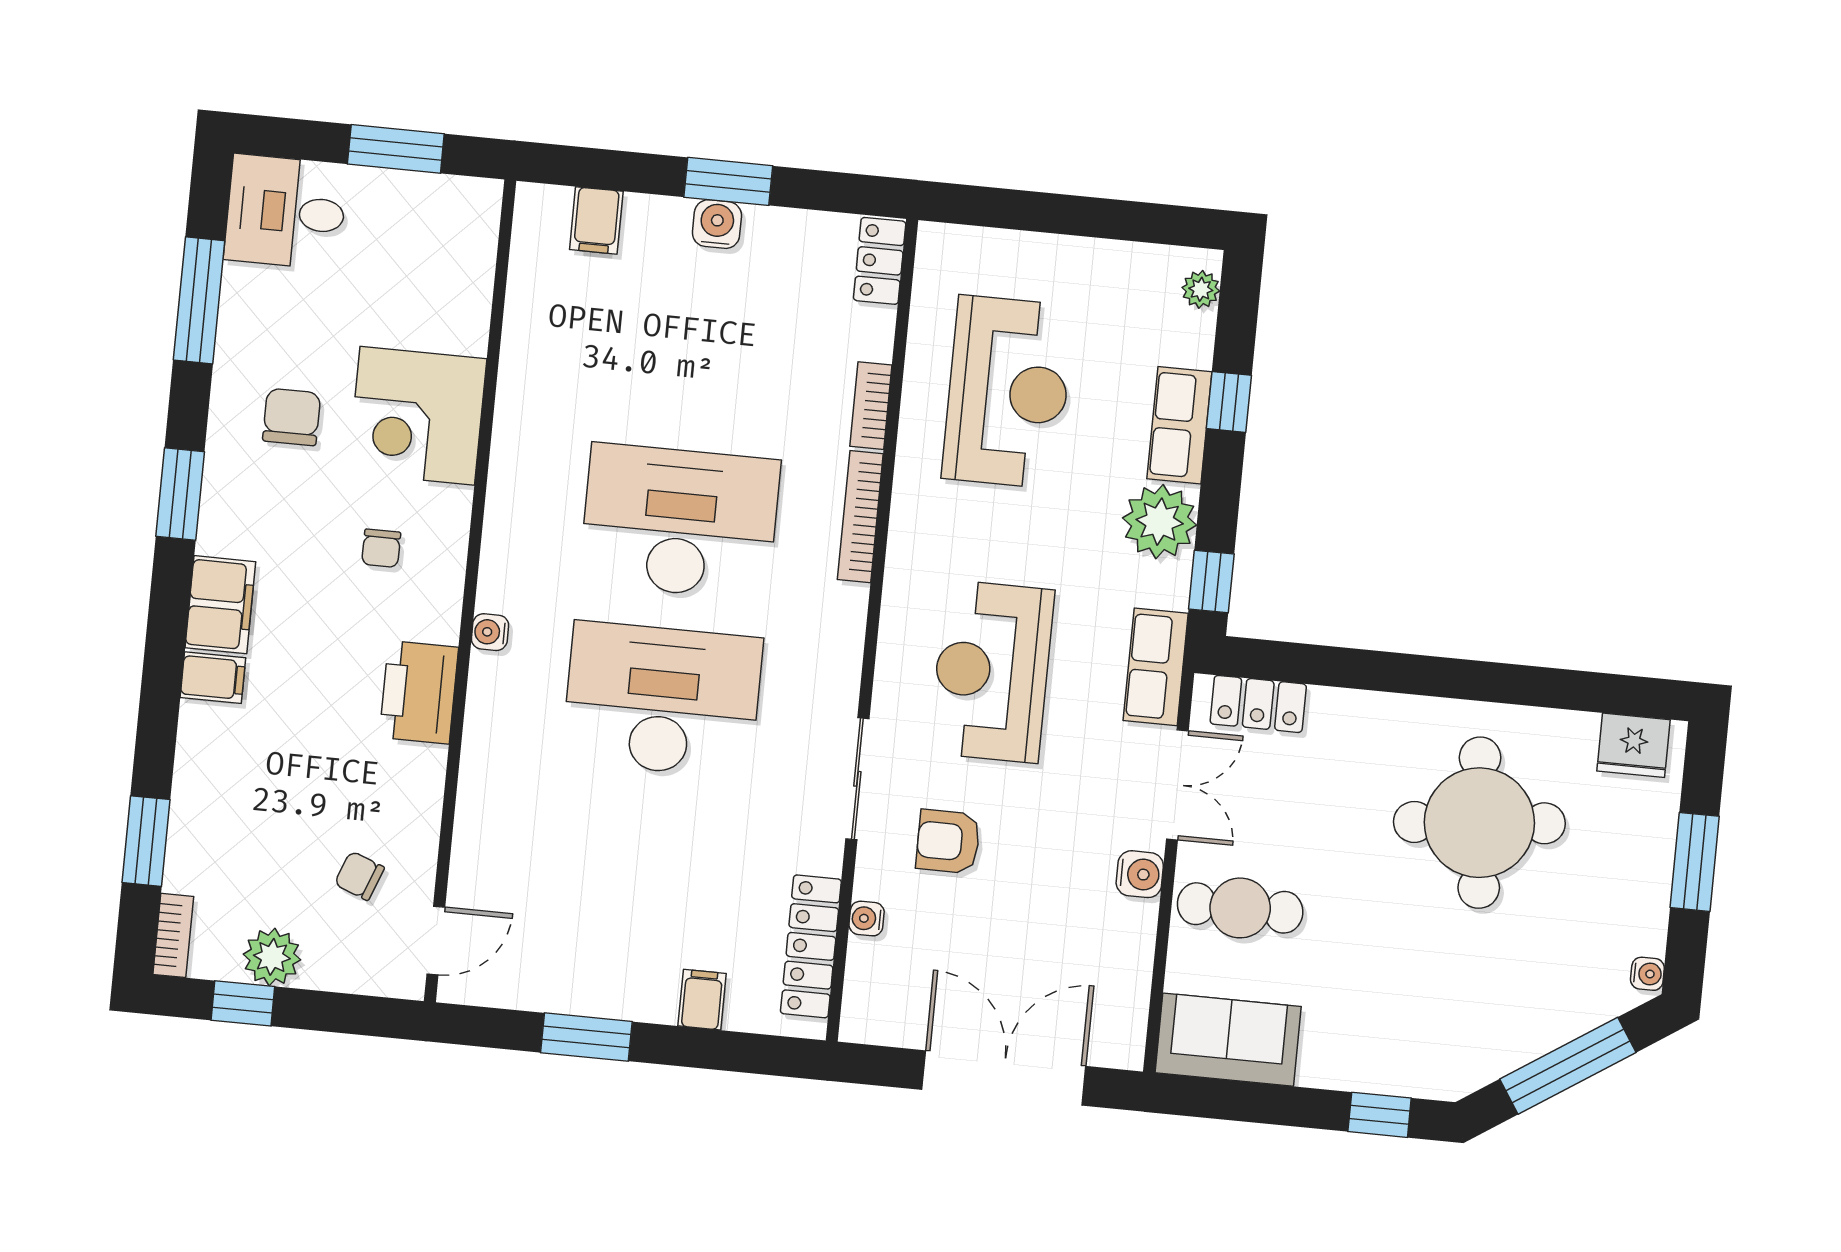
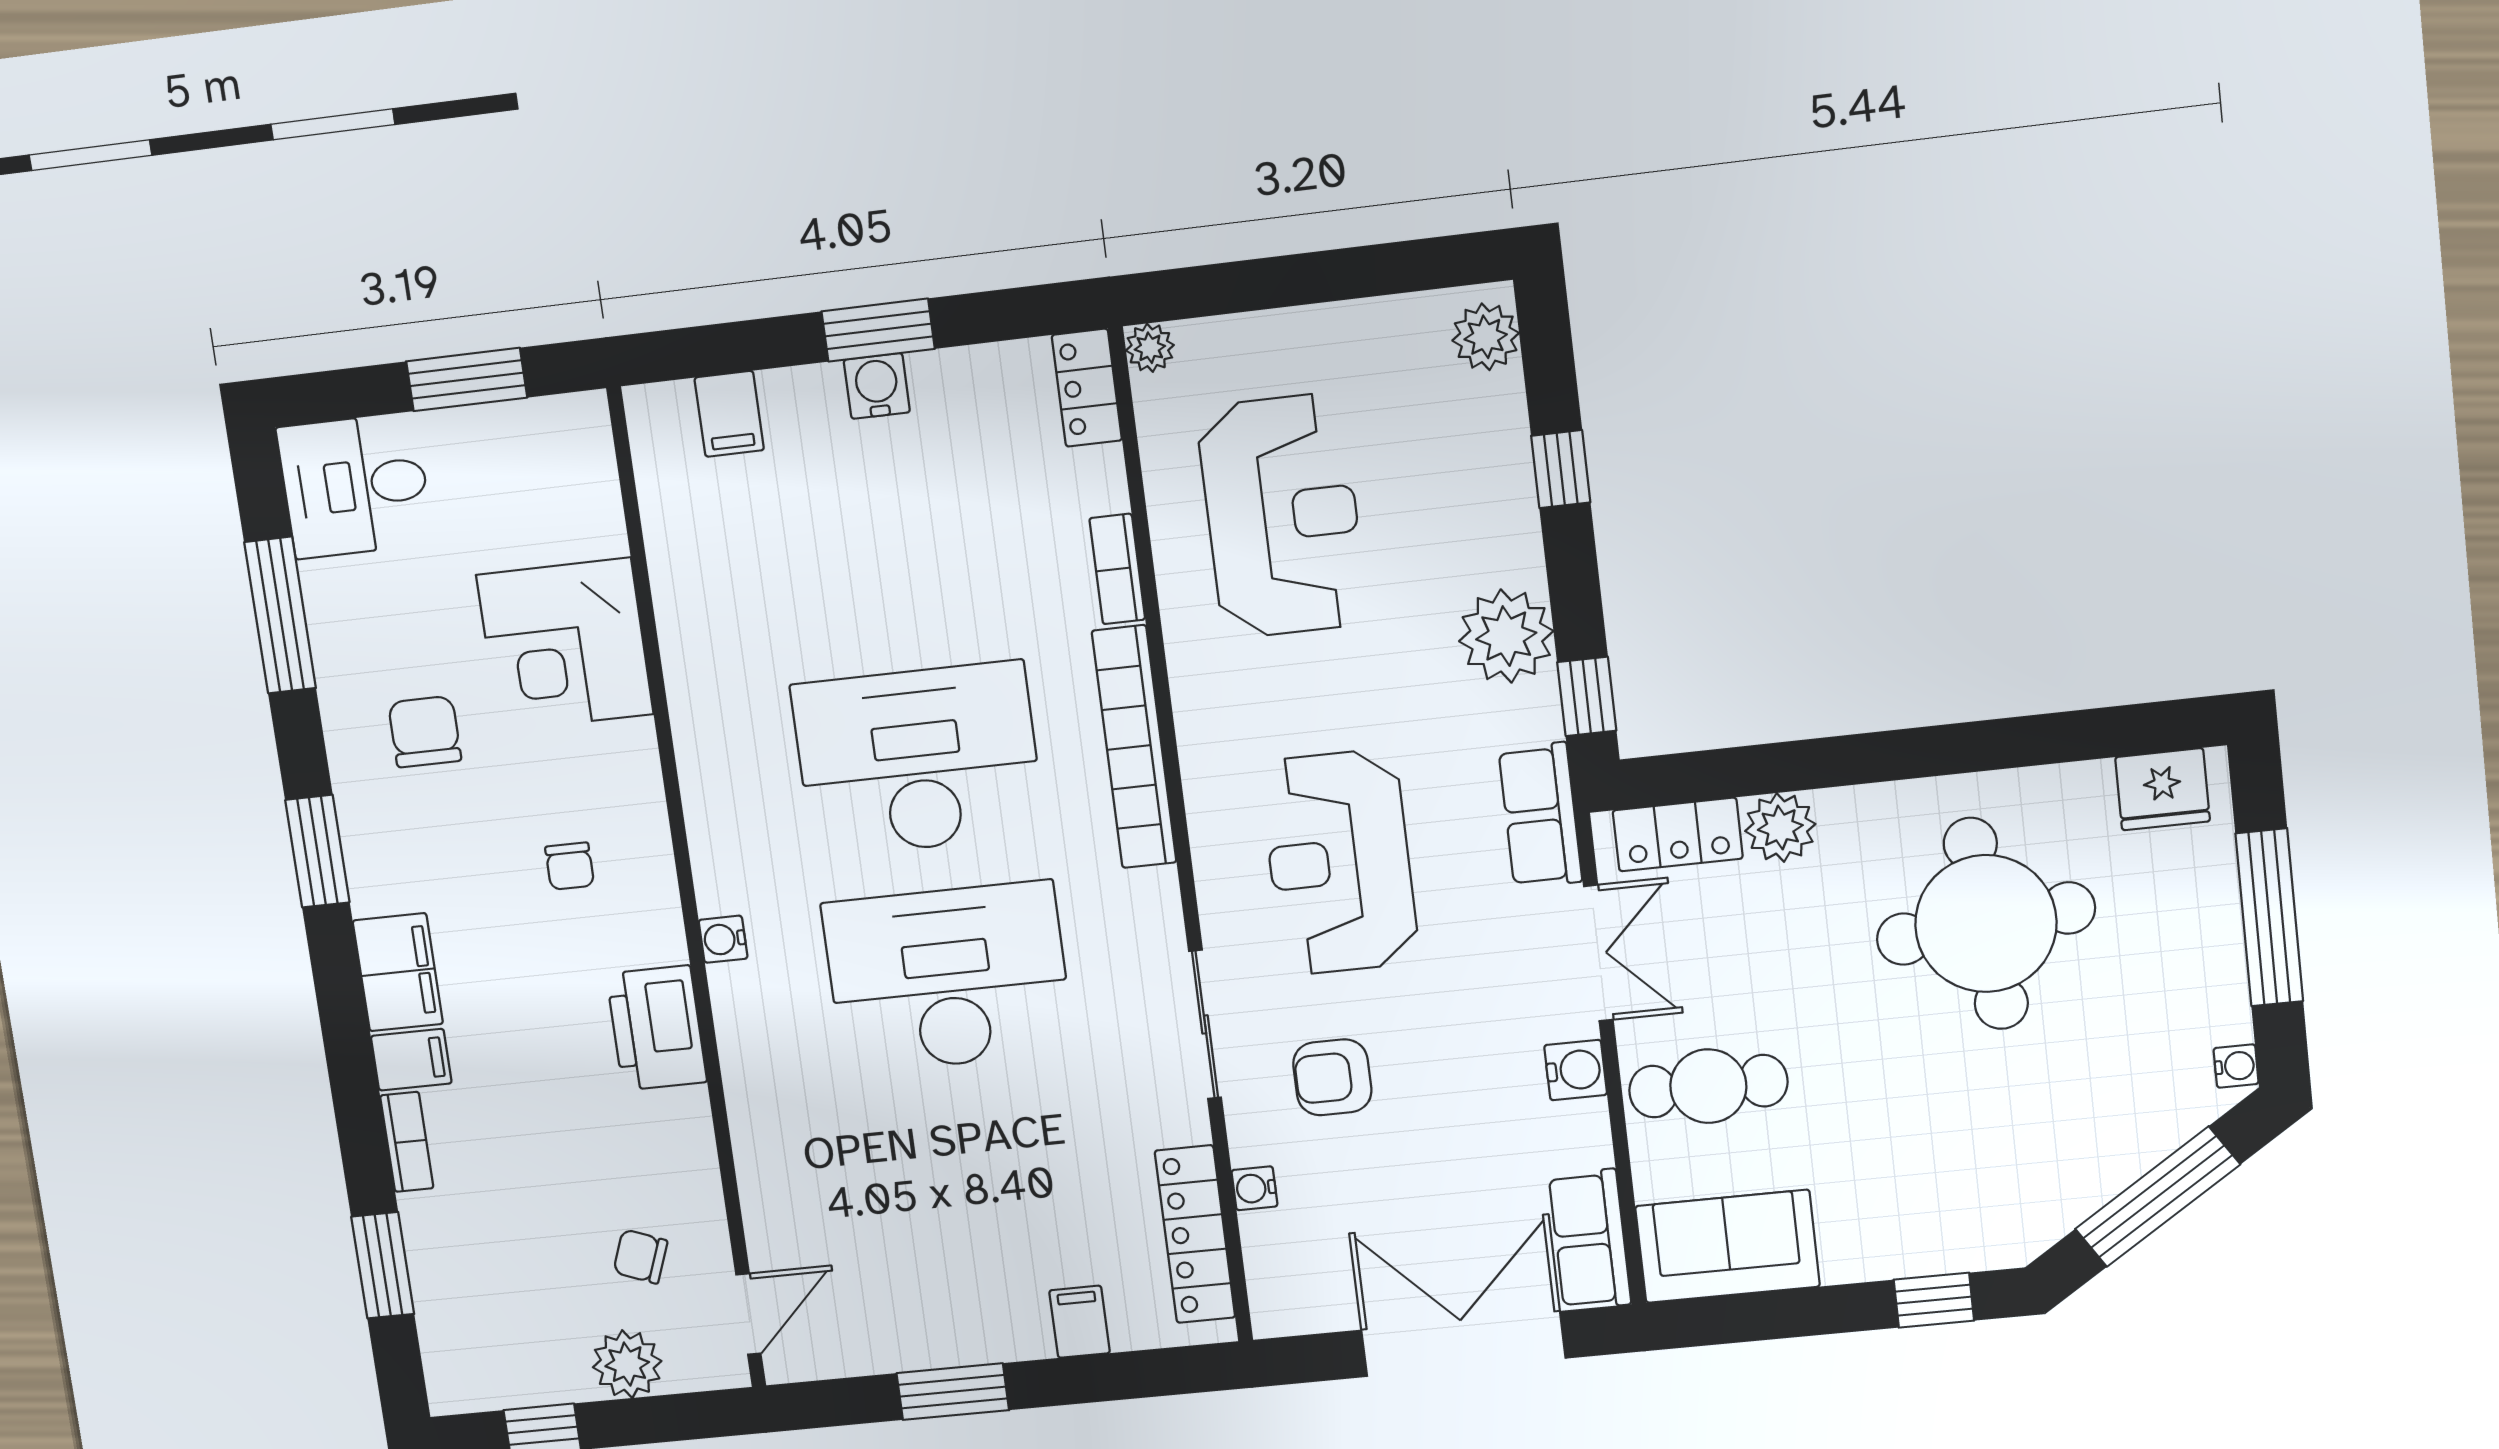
plant: (935, 241) -> (1150, 348), added
plant: (1201, 289) -> (1486, 337), width x1.38, depth x1.38
corner desk: (417, 416) -> (565, 645), moved
row of seats: (1179, 425) -> (1590, 1240), moved
bookcase: (860, 517) -> (1134, 747), width x1.48, depth x1.31
plant: (1338, 715) -> (1780, 828), added
window: (1695, 862) -> (2269, 917), width x1.44
bookcase: (173, 935) -> (407, 1142), moved
plant: (272, 957) -> (627, 1364), moved

